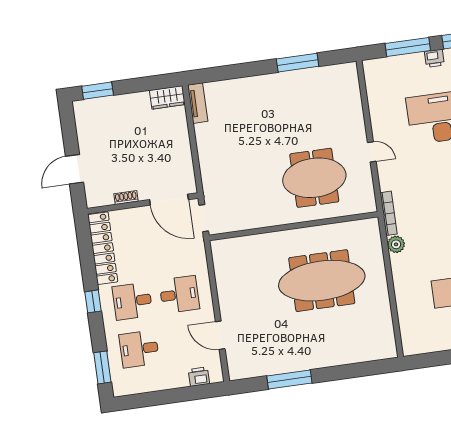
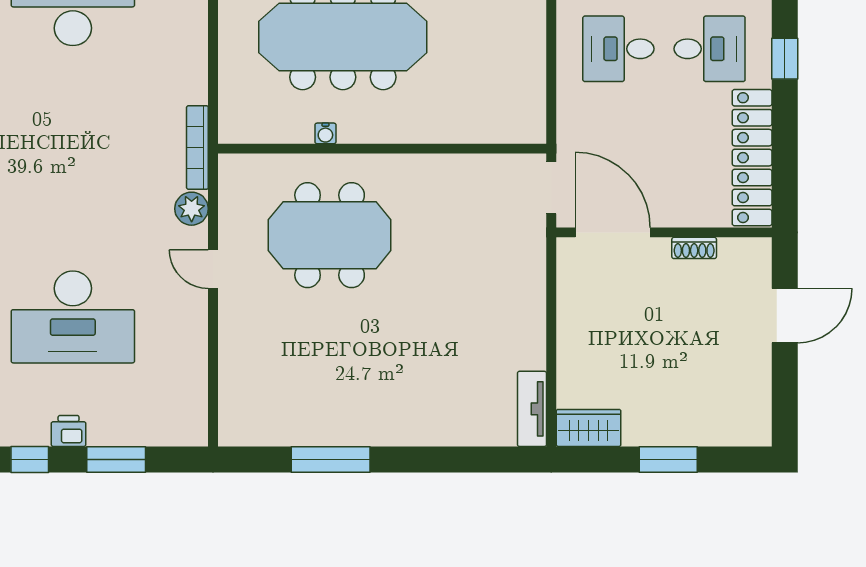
window: (408, 47) -> (116, 459), width x0.69
window: (98, 91) -> (668, 459), moved
water cooler: (324, 230) -> (325, 133), added
plant: (396, 244) -> (192, 209), moved

